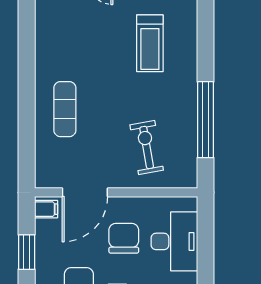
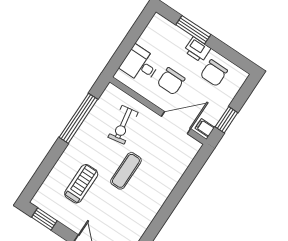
exercise mat: (65, 109) -> (126, 171), moved
desk: (174, 241) -> (140, 64), width x0.73
window: (27, 252) -> (226, 120), moved

